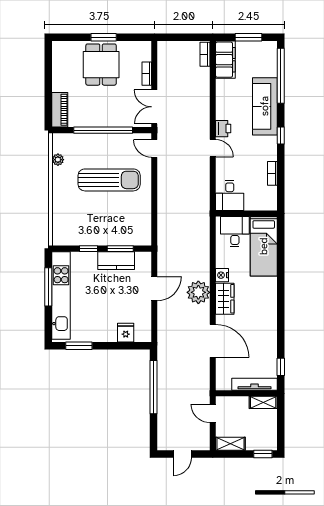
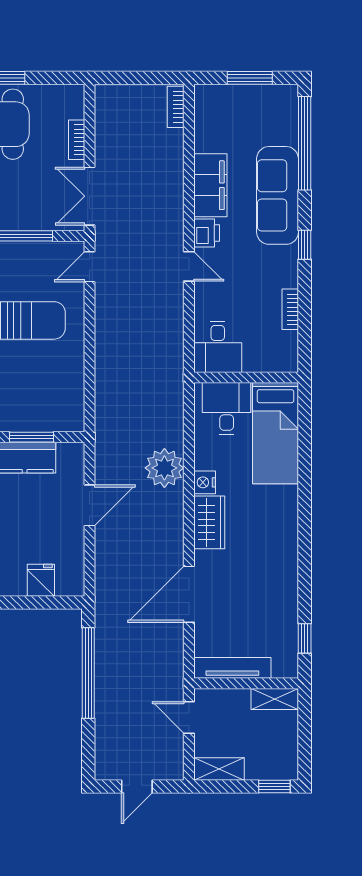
filing cabinet: (225, 60) -> (210, 185), moved
door: (154, 148) -> (89, 267), hinge flipped
plant: (198, 292) -> (164, 468), moved
door: (213, 341) -> (189, 594), swing flipped
tv unit: (254, 384) -> (232, 668), moved

